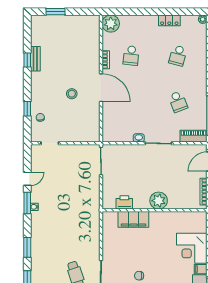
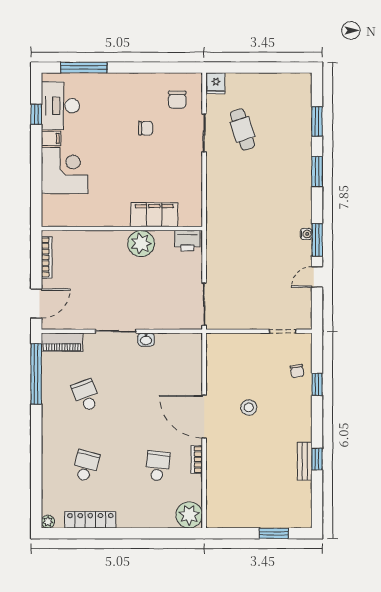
locker: (169, 20) -> (90, 520), width x1.53
plant: (159, 201) -> (141, 243), moved
printer: (124, 202) -> (187, 241), moved

